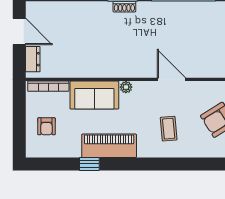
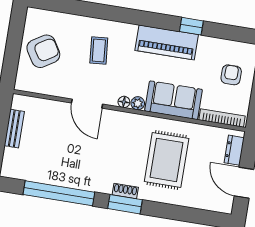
rug: (92, 40) -> (167, 160), added
floor lamp: (139, 86) -> (124, 102), added

